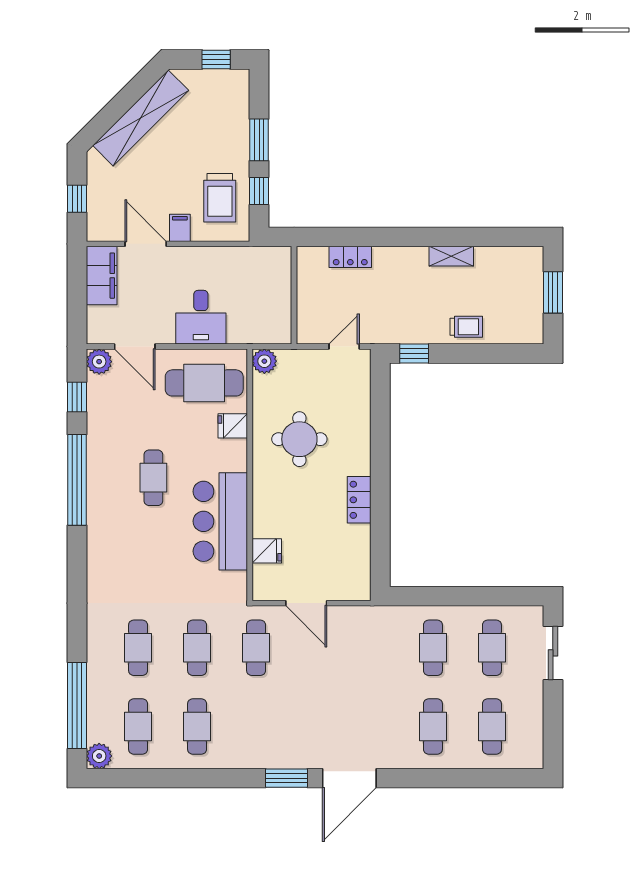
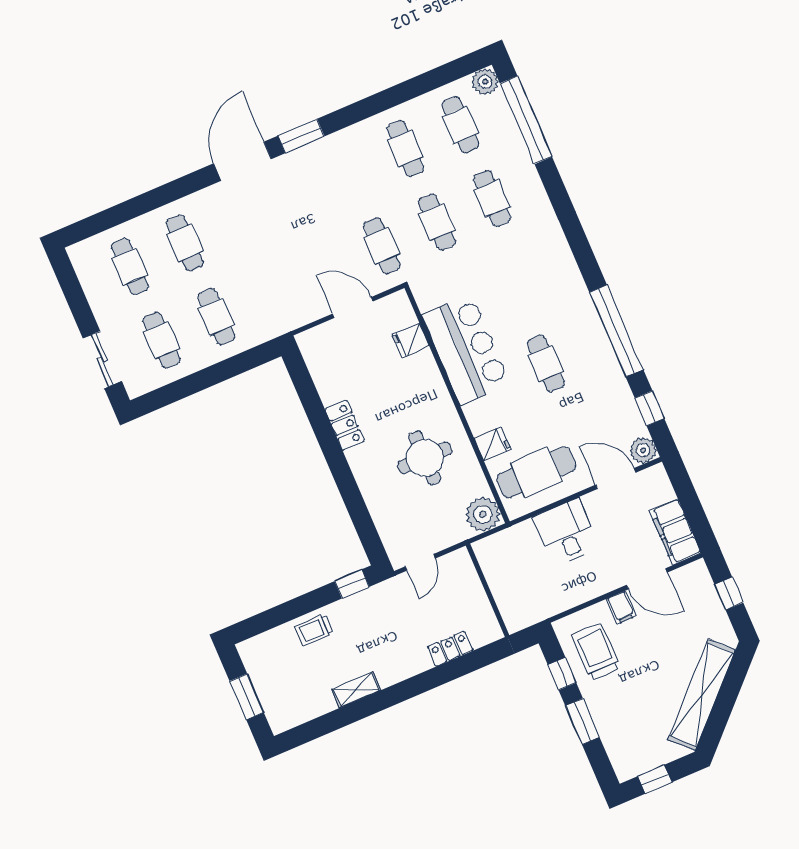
plant: (264, 361) -> (483, 514), width x1.36, depth x1.36

